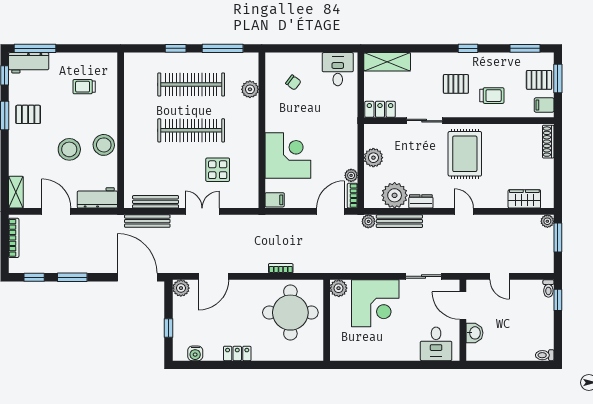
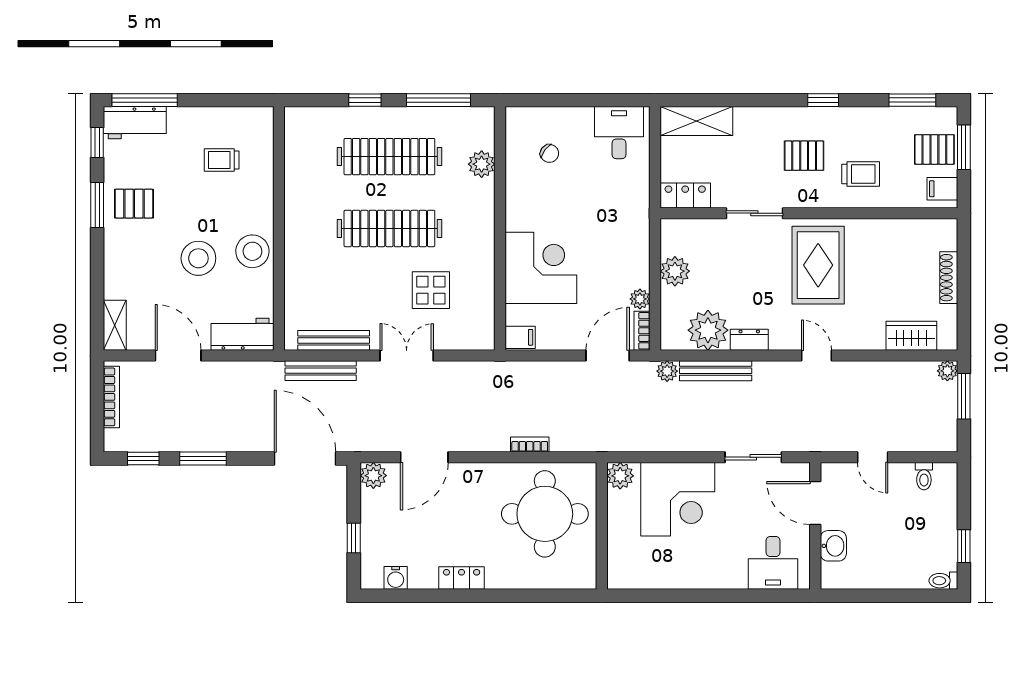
shoe rack: (548, 142) -> (949, 278), moved
toilet: (548, 288) -> (924, 476), moved
window: (558, 300) -> (964, 546), moved

